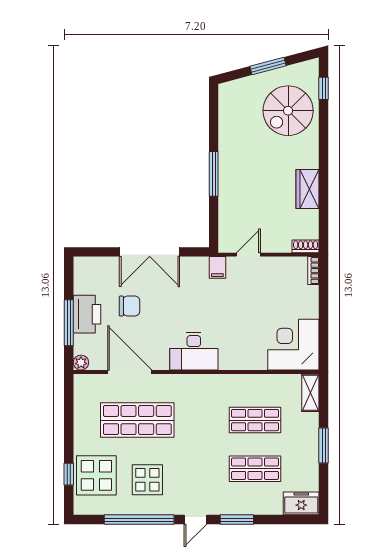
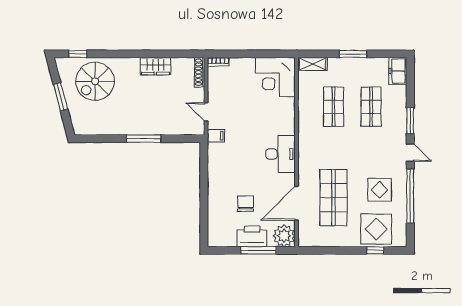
spiral stairs: (288, 111) -> (95, 81), turned 90
shoe rack: (306, 246) -> (200, 72), width x1.43
double door: (150, 252) -> (204, 188), removed
plant: (81, 363) -> (284, 236), width x1.88, depth x1.88

